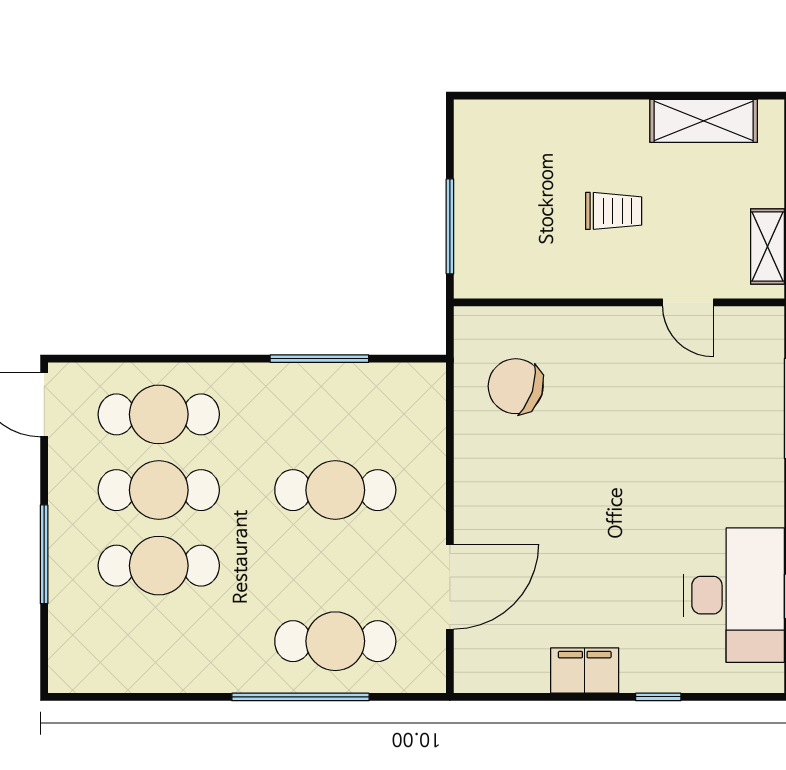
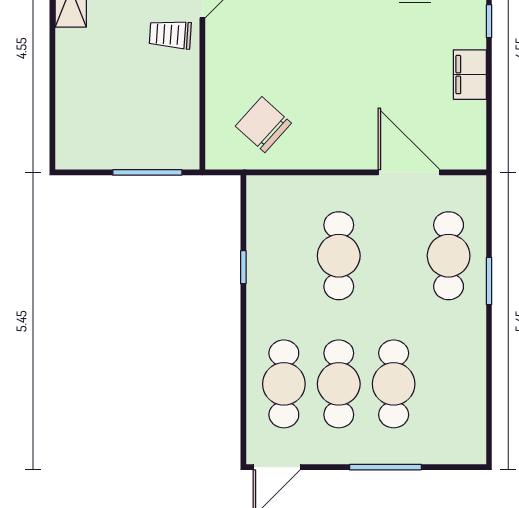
trolley: (614, 211) -> (170, 35), moved, turned -86
window: (319, 359) -> (243, 267), width x0.46
chair: (516, 386) -> (263, 125), turned 114
window: (300, 697) -> (489, 281), width x0.47

